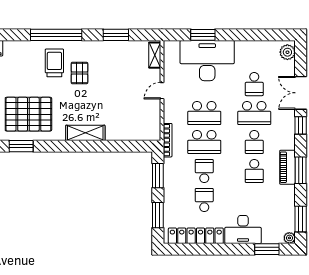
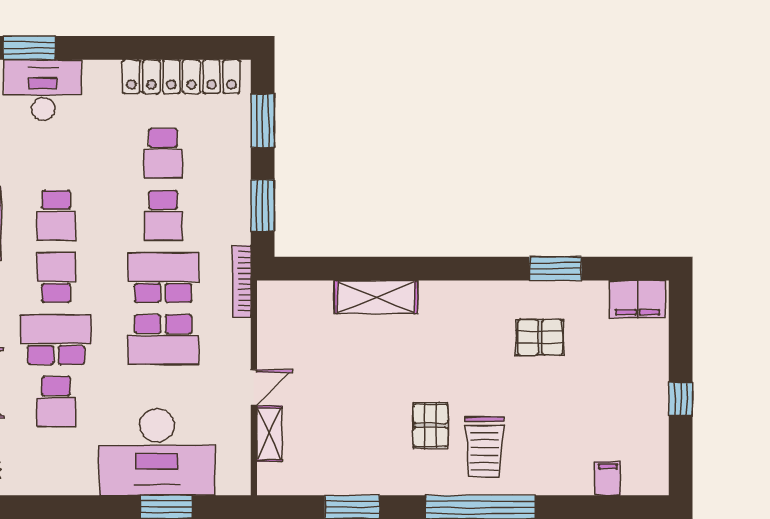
shelving: (155, 55) -> (269, 434), moved
school desk: (254, 84) -> (56, 402), turned 180
school desk: (204, 113) -> (163, 340), turned 180
pallet: (28, 114) -> (540, 337), width x0.49, depth x0.50
shelving: (85, 133) -> (376, 297), moved
school desk: (254, 171) -> (56, 215), turned 180
desk: (243, 229) -> (43, 90), moved

